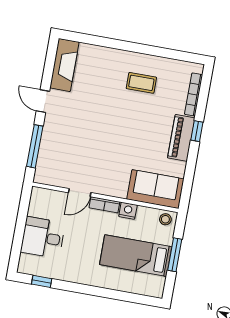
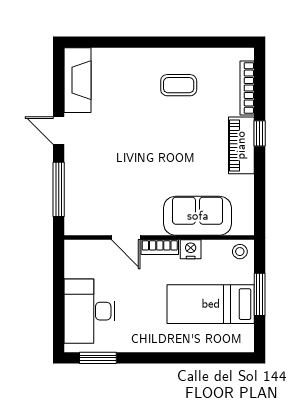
sofa: (155, 189) -> (198, 216), moved
door: (80, 193) -> (126, 238), hinge flipped
desk: (43, 238) -> (90, 311), width x1.37
window: (42, 281) -> (98, 358), width x1.50

